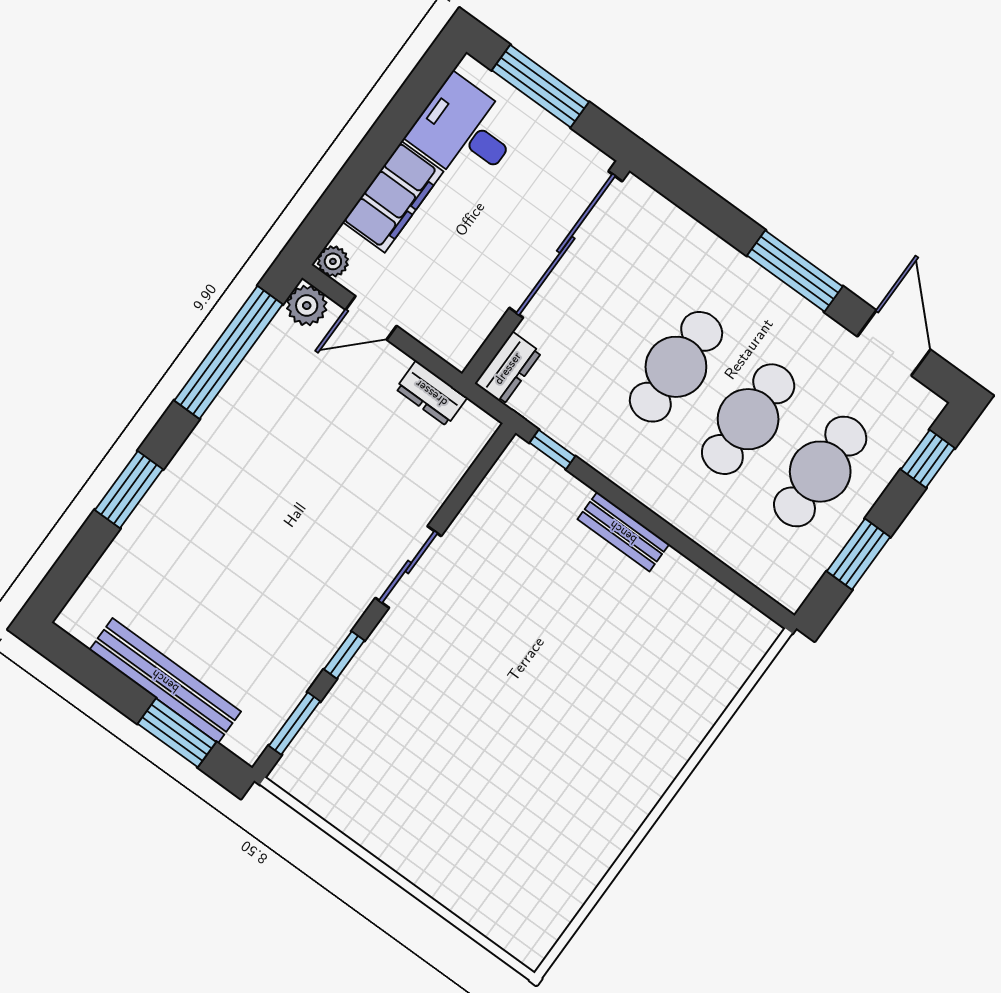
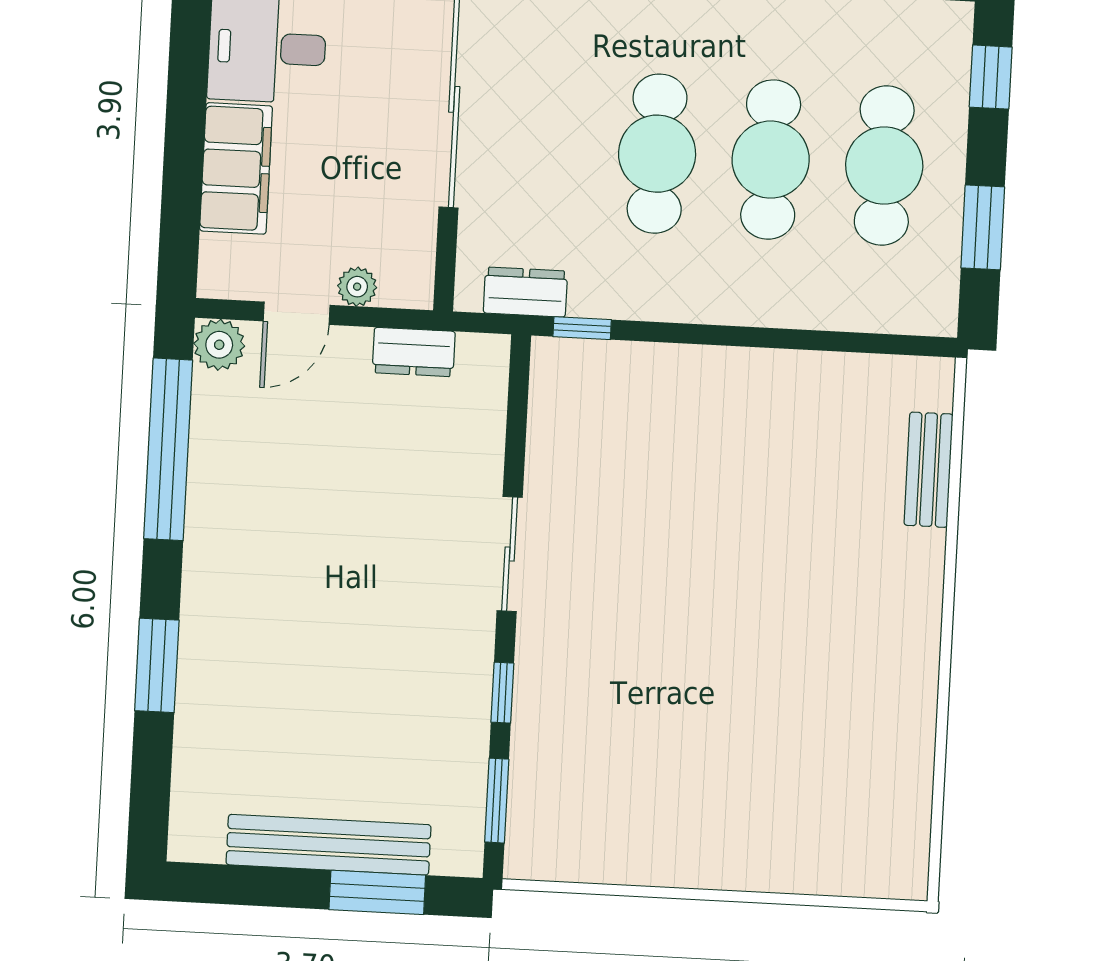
plant: (333, 261) -> (357, 287), moved
dresser: (508, 368) -> (525, 292), moved, turned -90
bench: (623, 532) -> (929, 470), moved, turned 90

